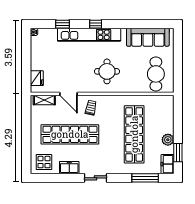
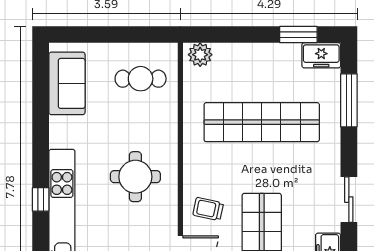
sofa: (148, 37) -> (67, 83), width x0.73
cafe table: (156, 74) -> (141, 79), width x0.73, depth x0.74
plant: (168, 140) -> (200, 55), moved

